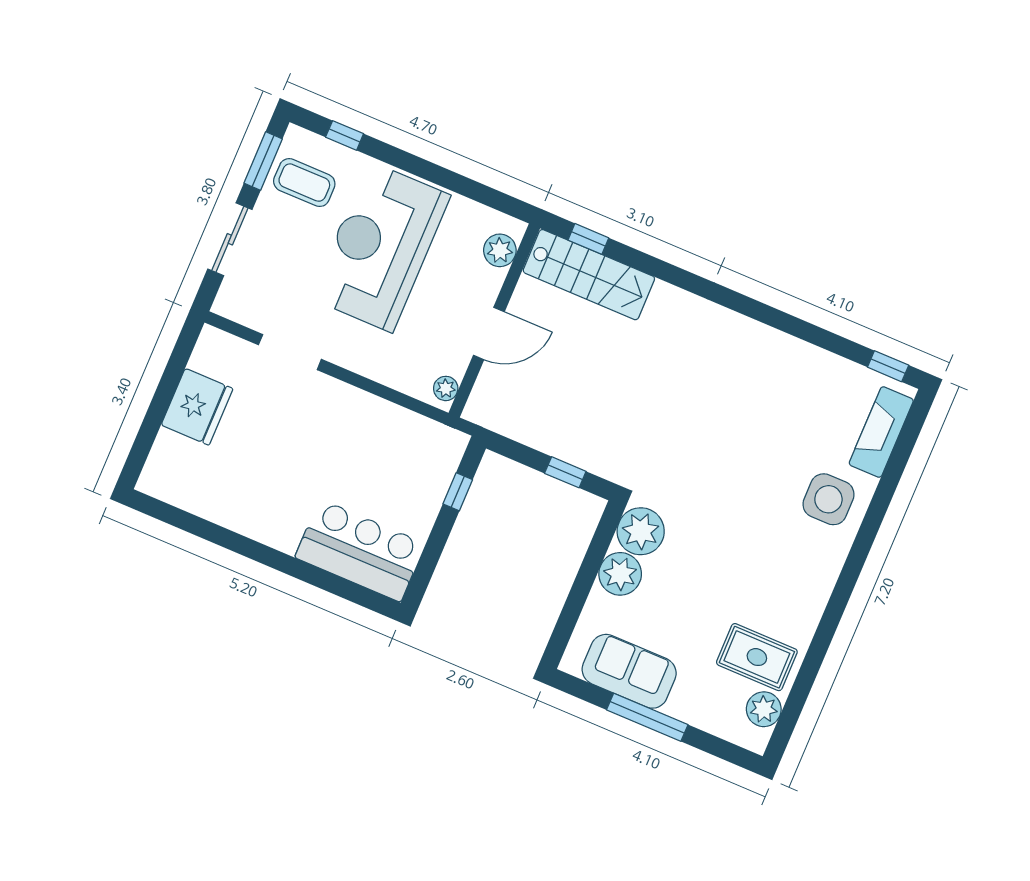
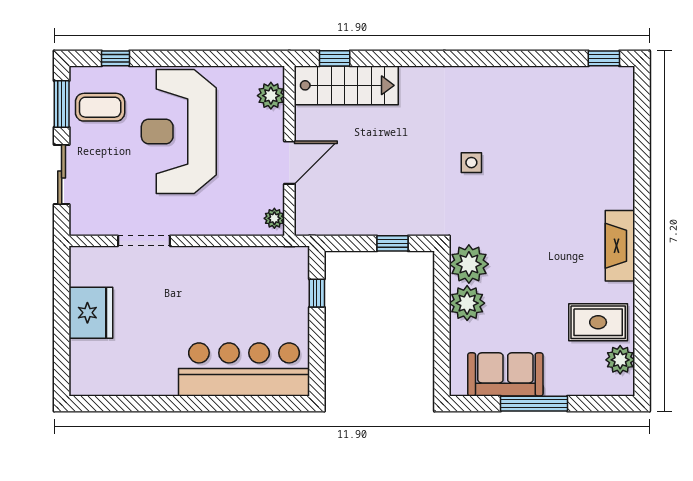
fireplace: (881, 432) -> (620, 246), moved
side table: (828, 499) -> (471, 163), moved, width x0.54, depth x0.54
bar counter: (360, 551) -> (244, 369), width x1.36

